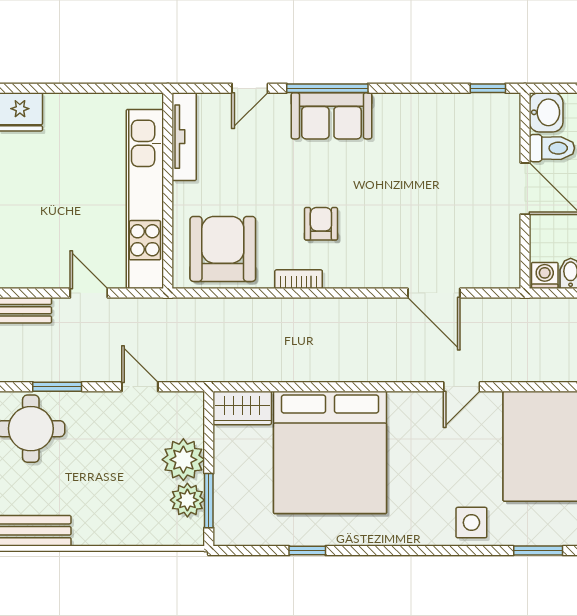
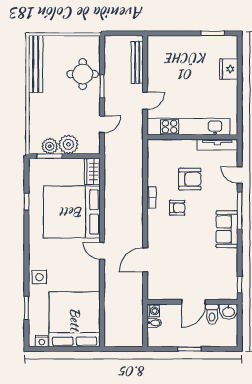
sofa: (331, 116) -> (227, 229), moved
armchair: (223, 249) -> (190, 179), moved, width x0.73, depth x0.73
door: (462, 387) -> (102, 251), moved

